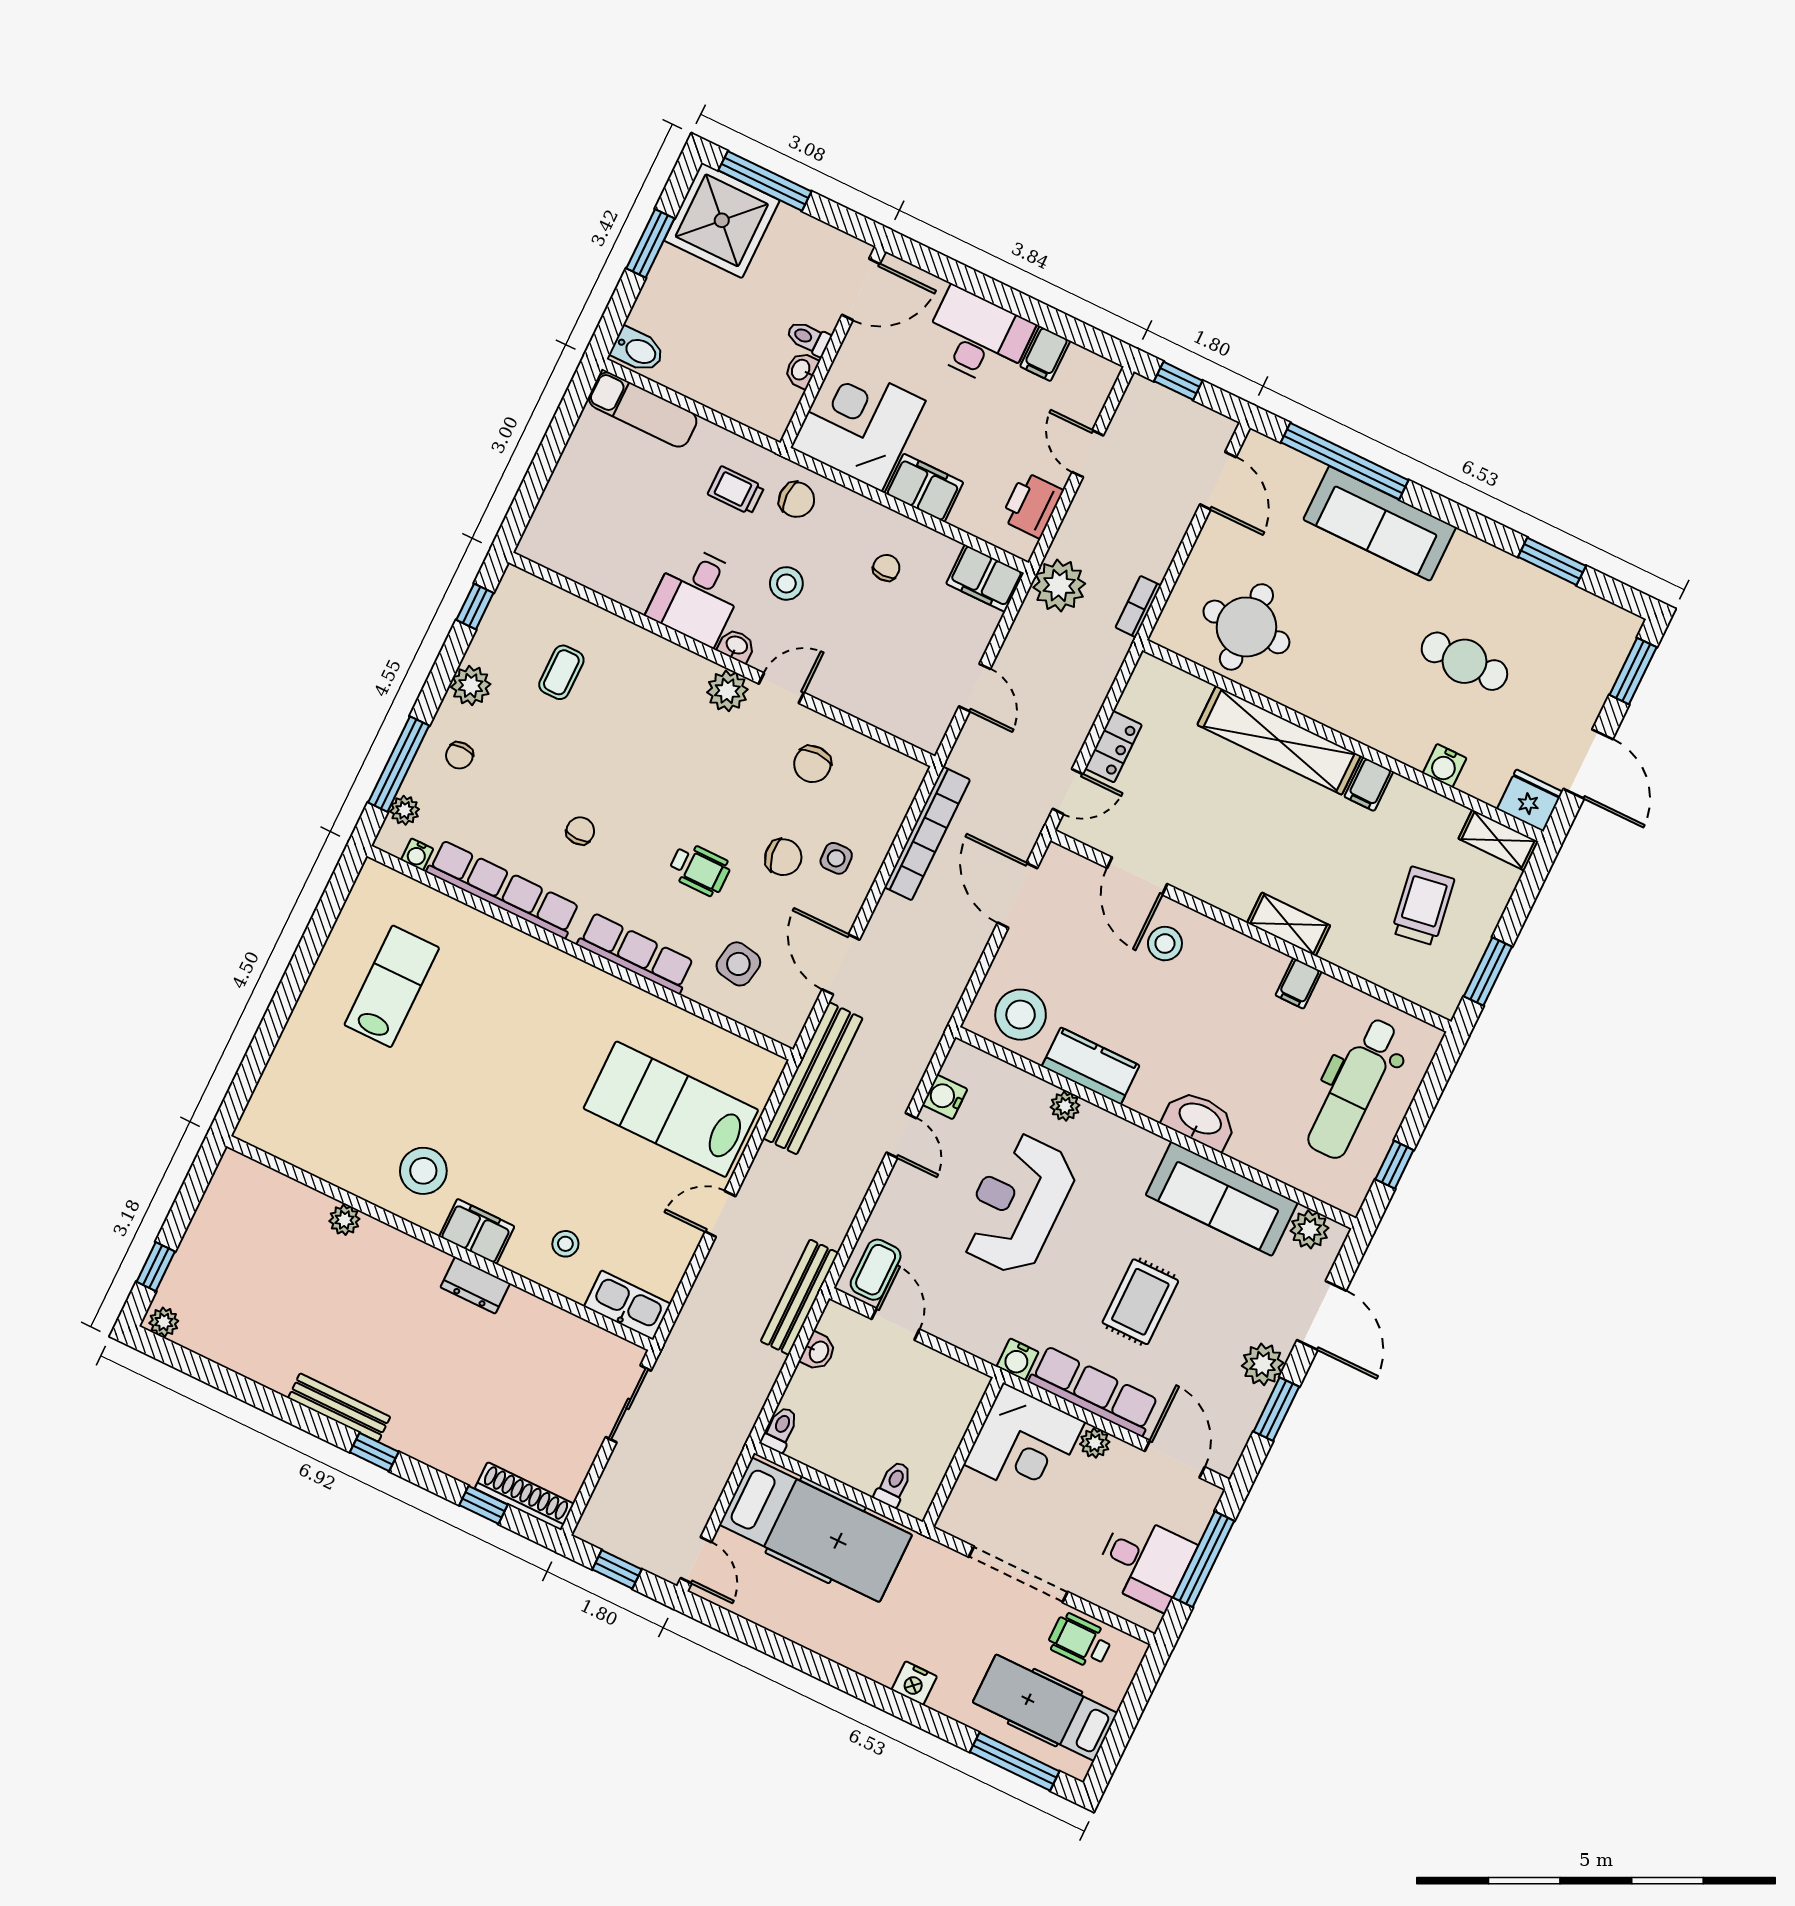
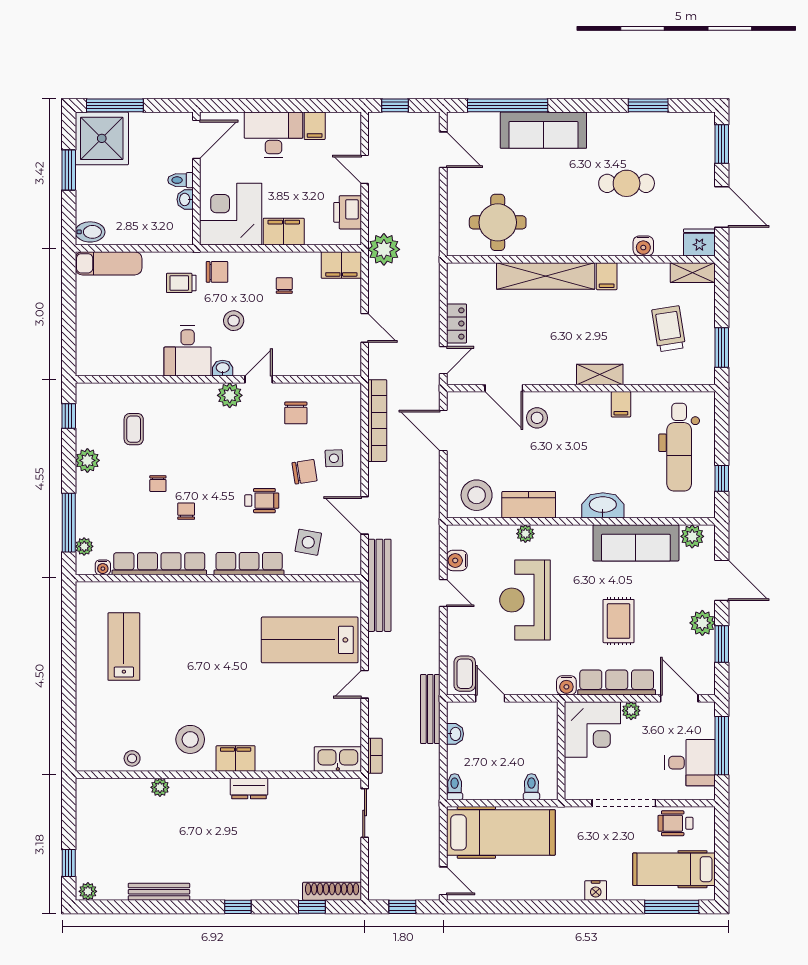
bookcase: (1138, 607) -> (375, 756), moved, turned 180
chair: (459, 755) -> (158, 484), moved
stool: (565, 1244) -> (132, 758), moved
bench: (339, 1407) -> (159, 892), moved

